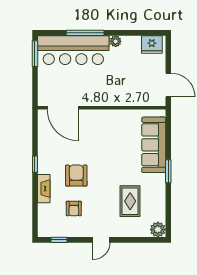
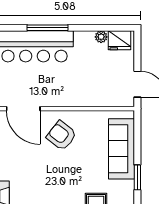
plant: (116, 41) -> (101, 37), moved
armchair: (76, 176) -> (62, 136), moved, turned -52

